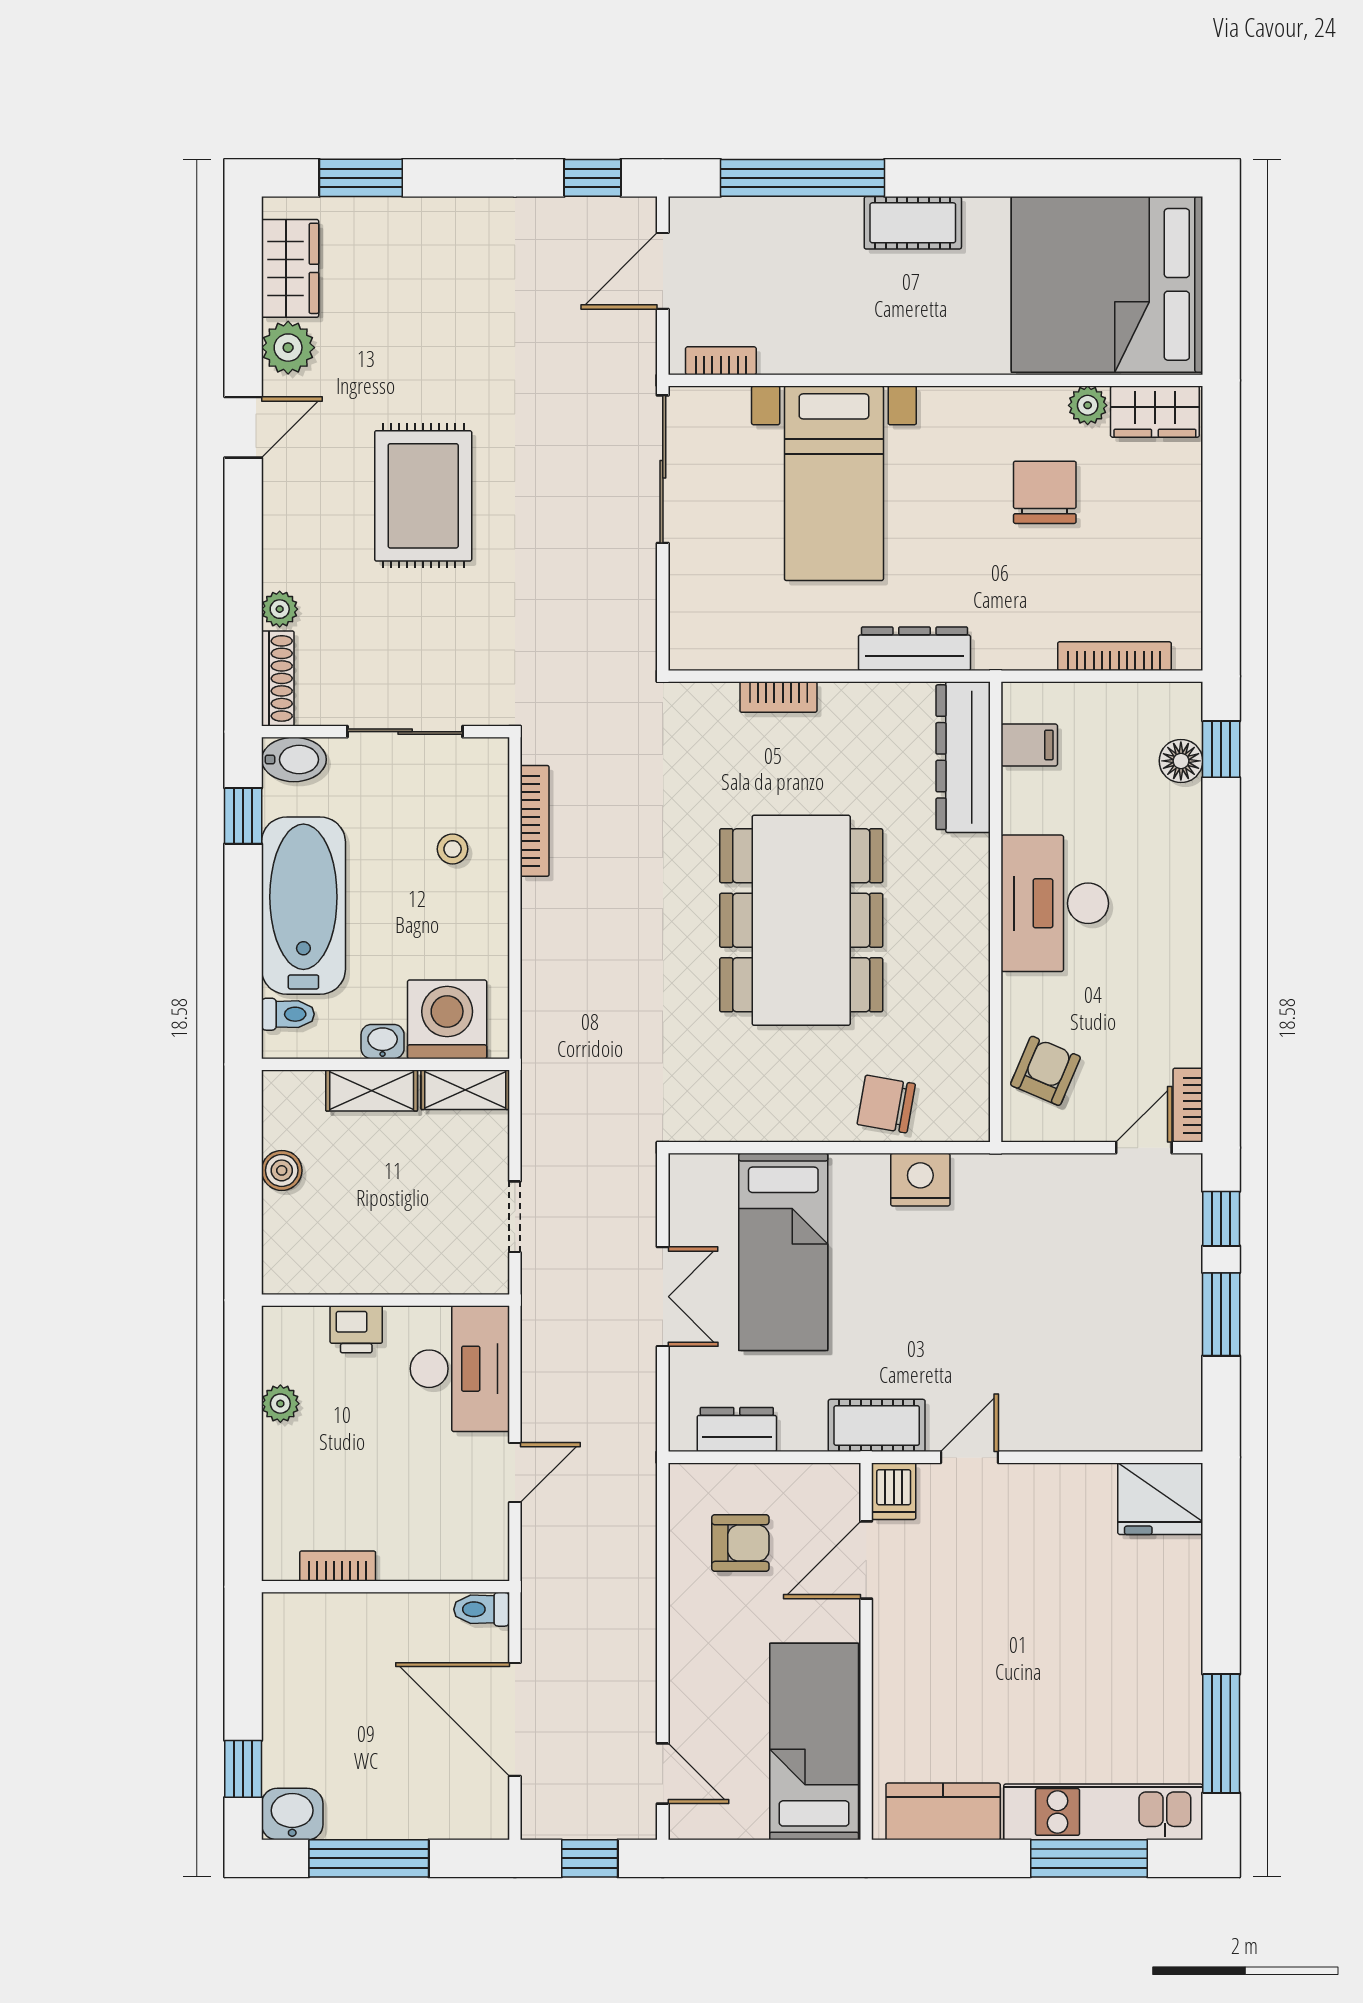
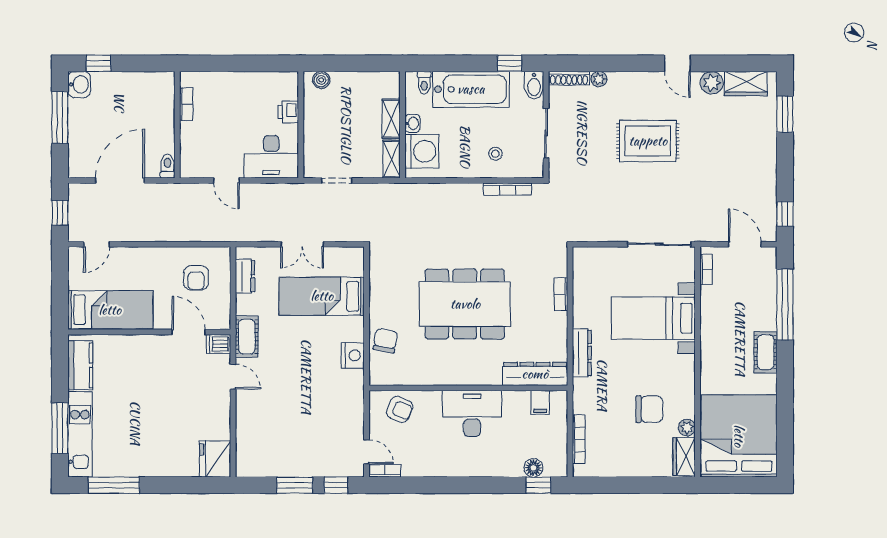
boiler: (282, 1170) -> (321, 80), moved
plant: (280, 1404) -> (256, 79), removed

